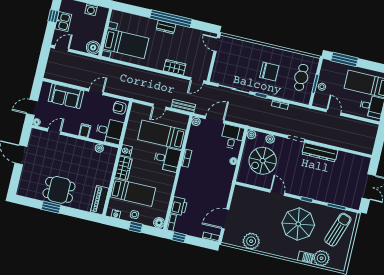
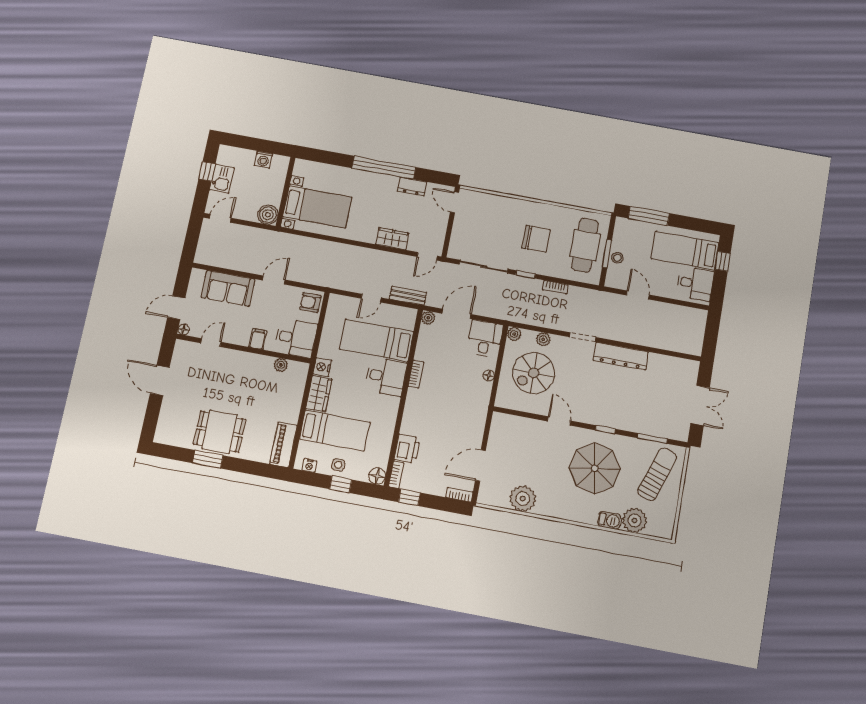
dresser: (166, 27) -> (412, 187), moved
cafe table: (301, 77) -> (585, 245), width x1.37, depth x1.35

